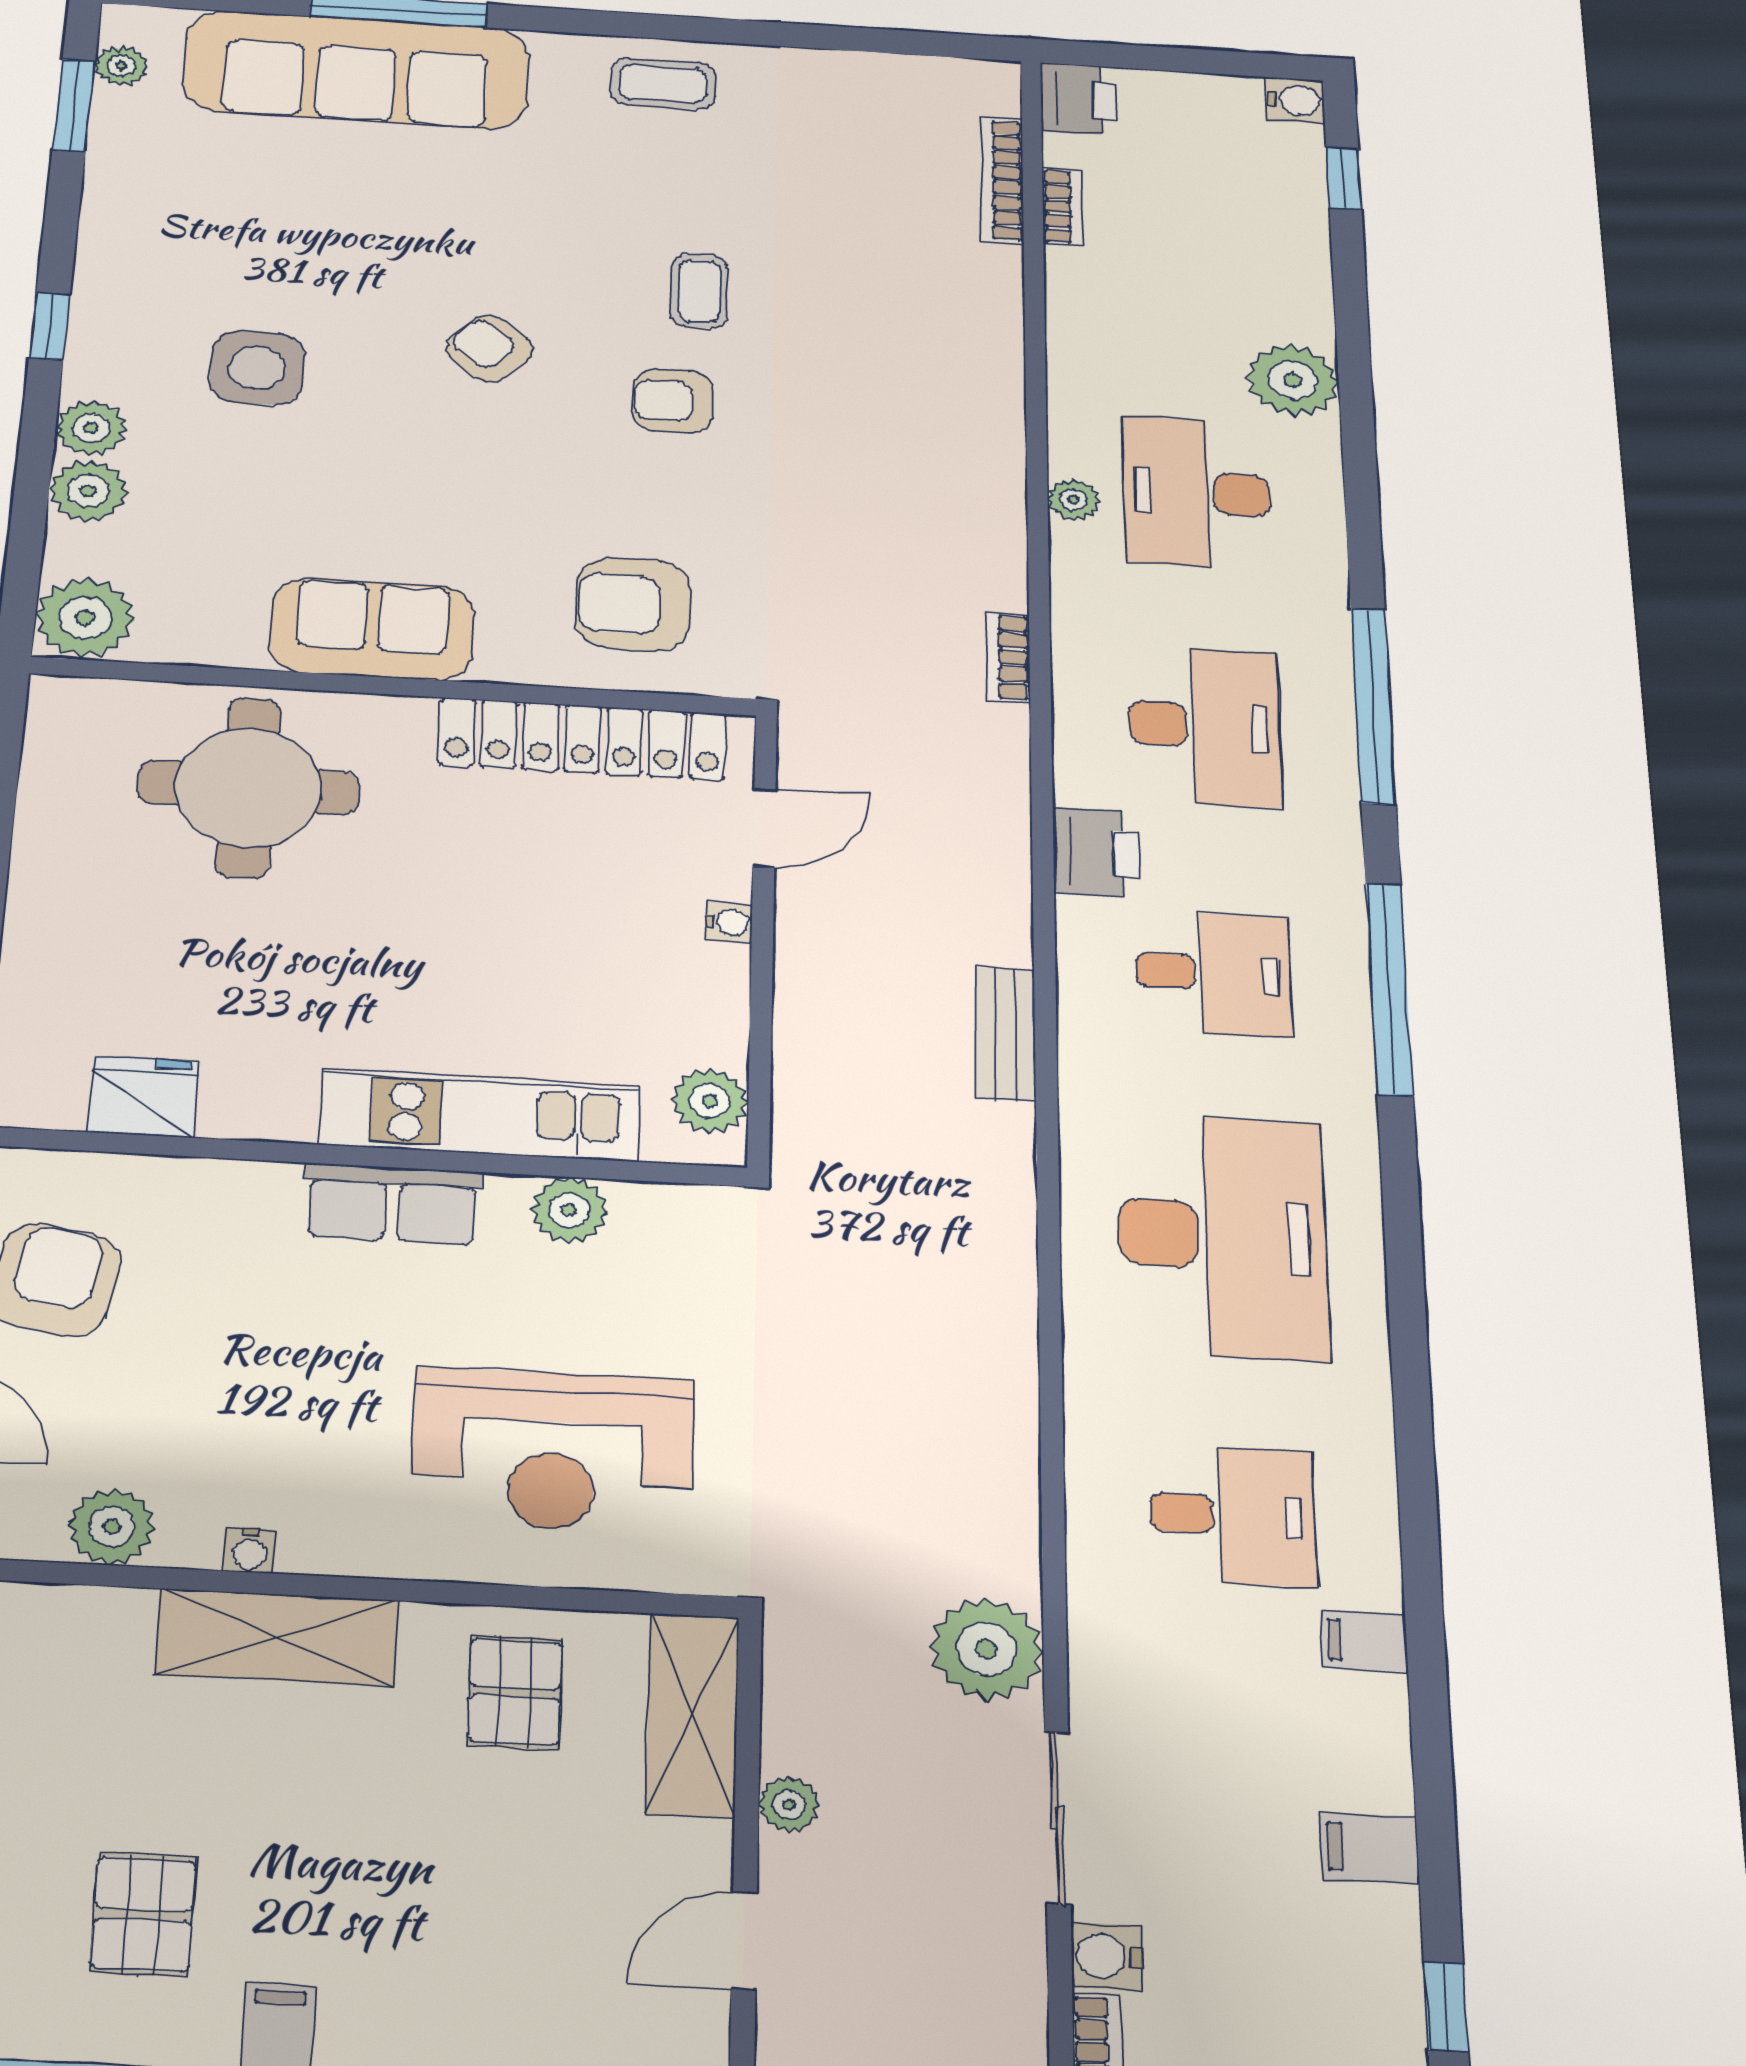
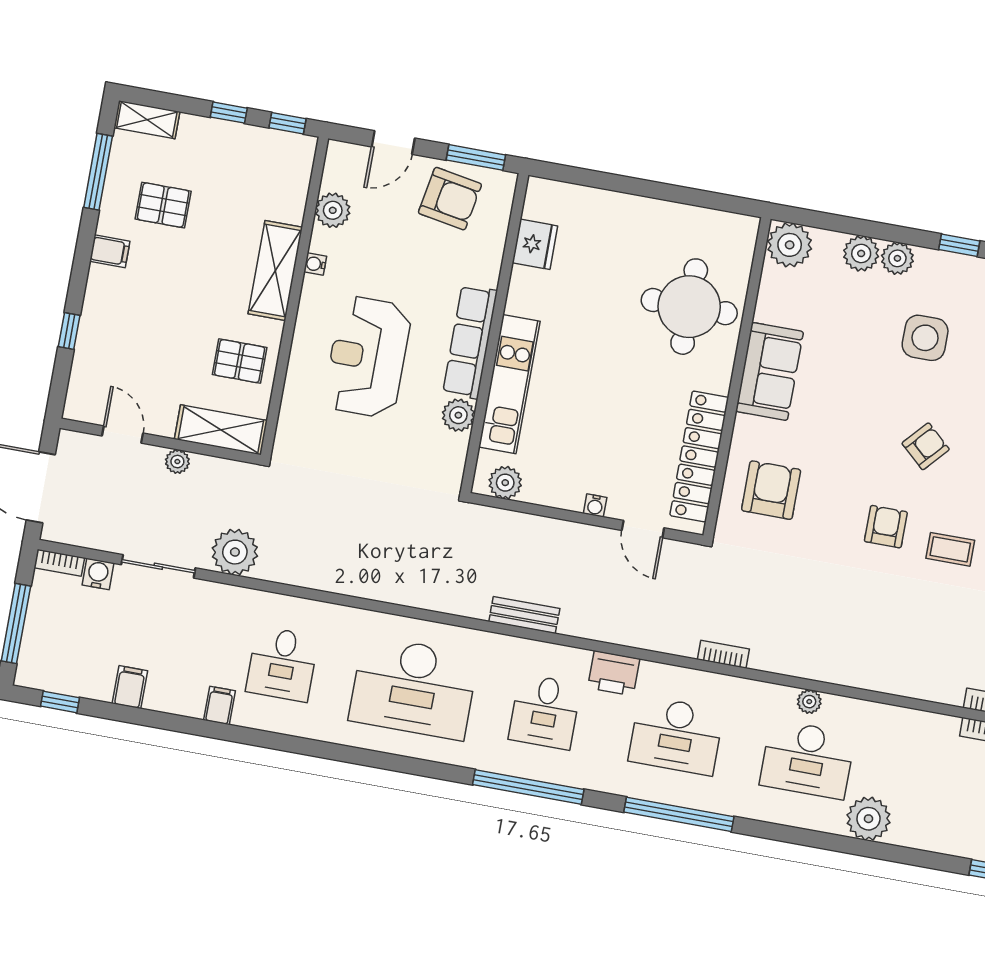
desk: (1196, 493) -> (807, 759), turned 180
row of seats: (392, 1204) -> (470, 342), width x1.48
reception desk: (552, 1450) -> (368, 357), moved

